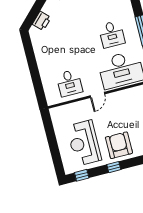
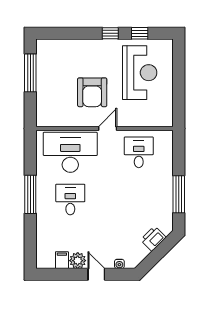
window: (31, 59) -> (179, 194), added
armchair: (119, 145) -> (92, 92), moved
window: (82, 175) -> (140, 33), moved

